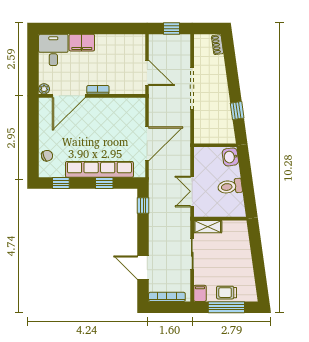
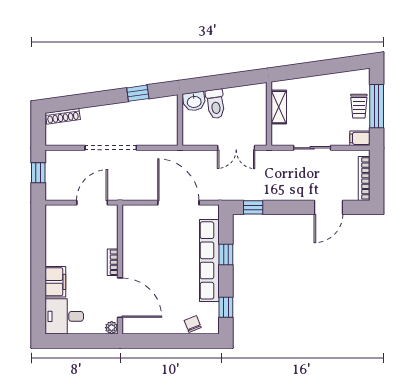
shoe rack: (217, 45) -> (63, 116), width x1.43
toilet: (230, 187) -> (215, 104), moved
shelving: (208, 227) -> (279, 107), moved

